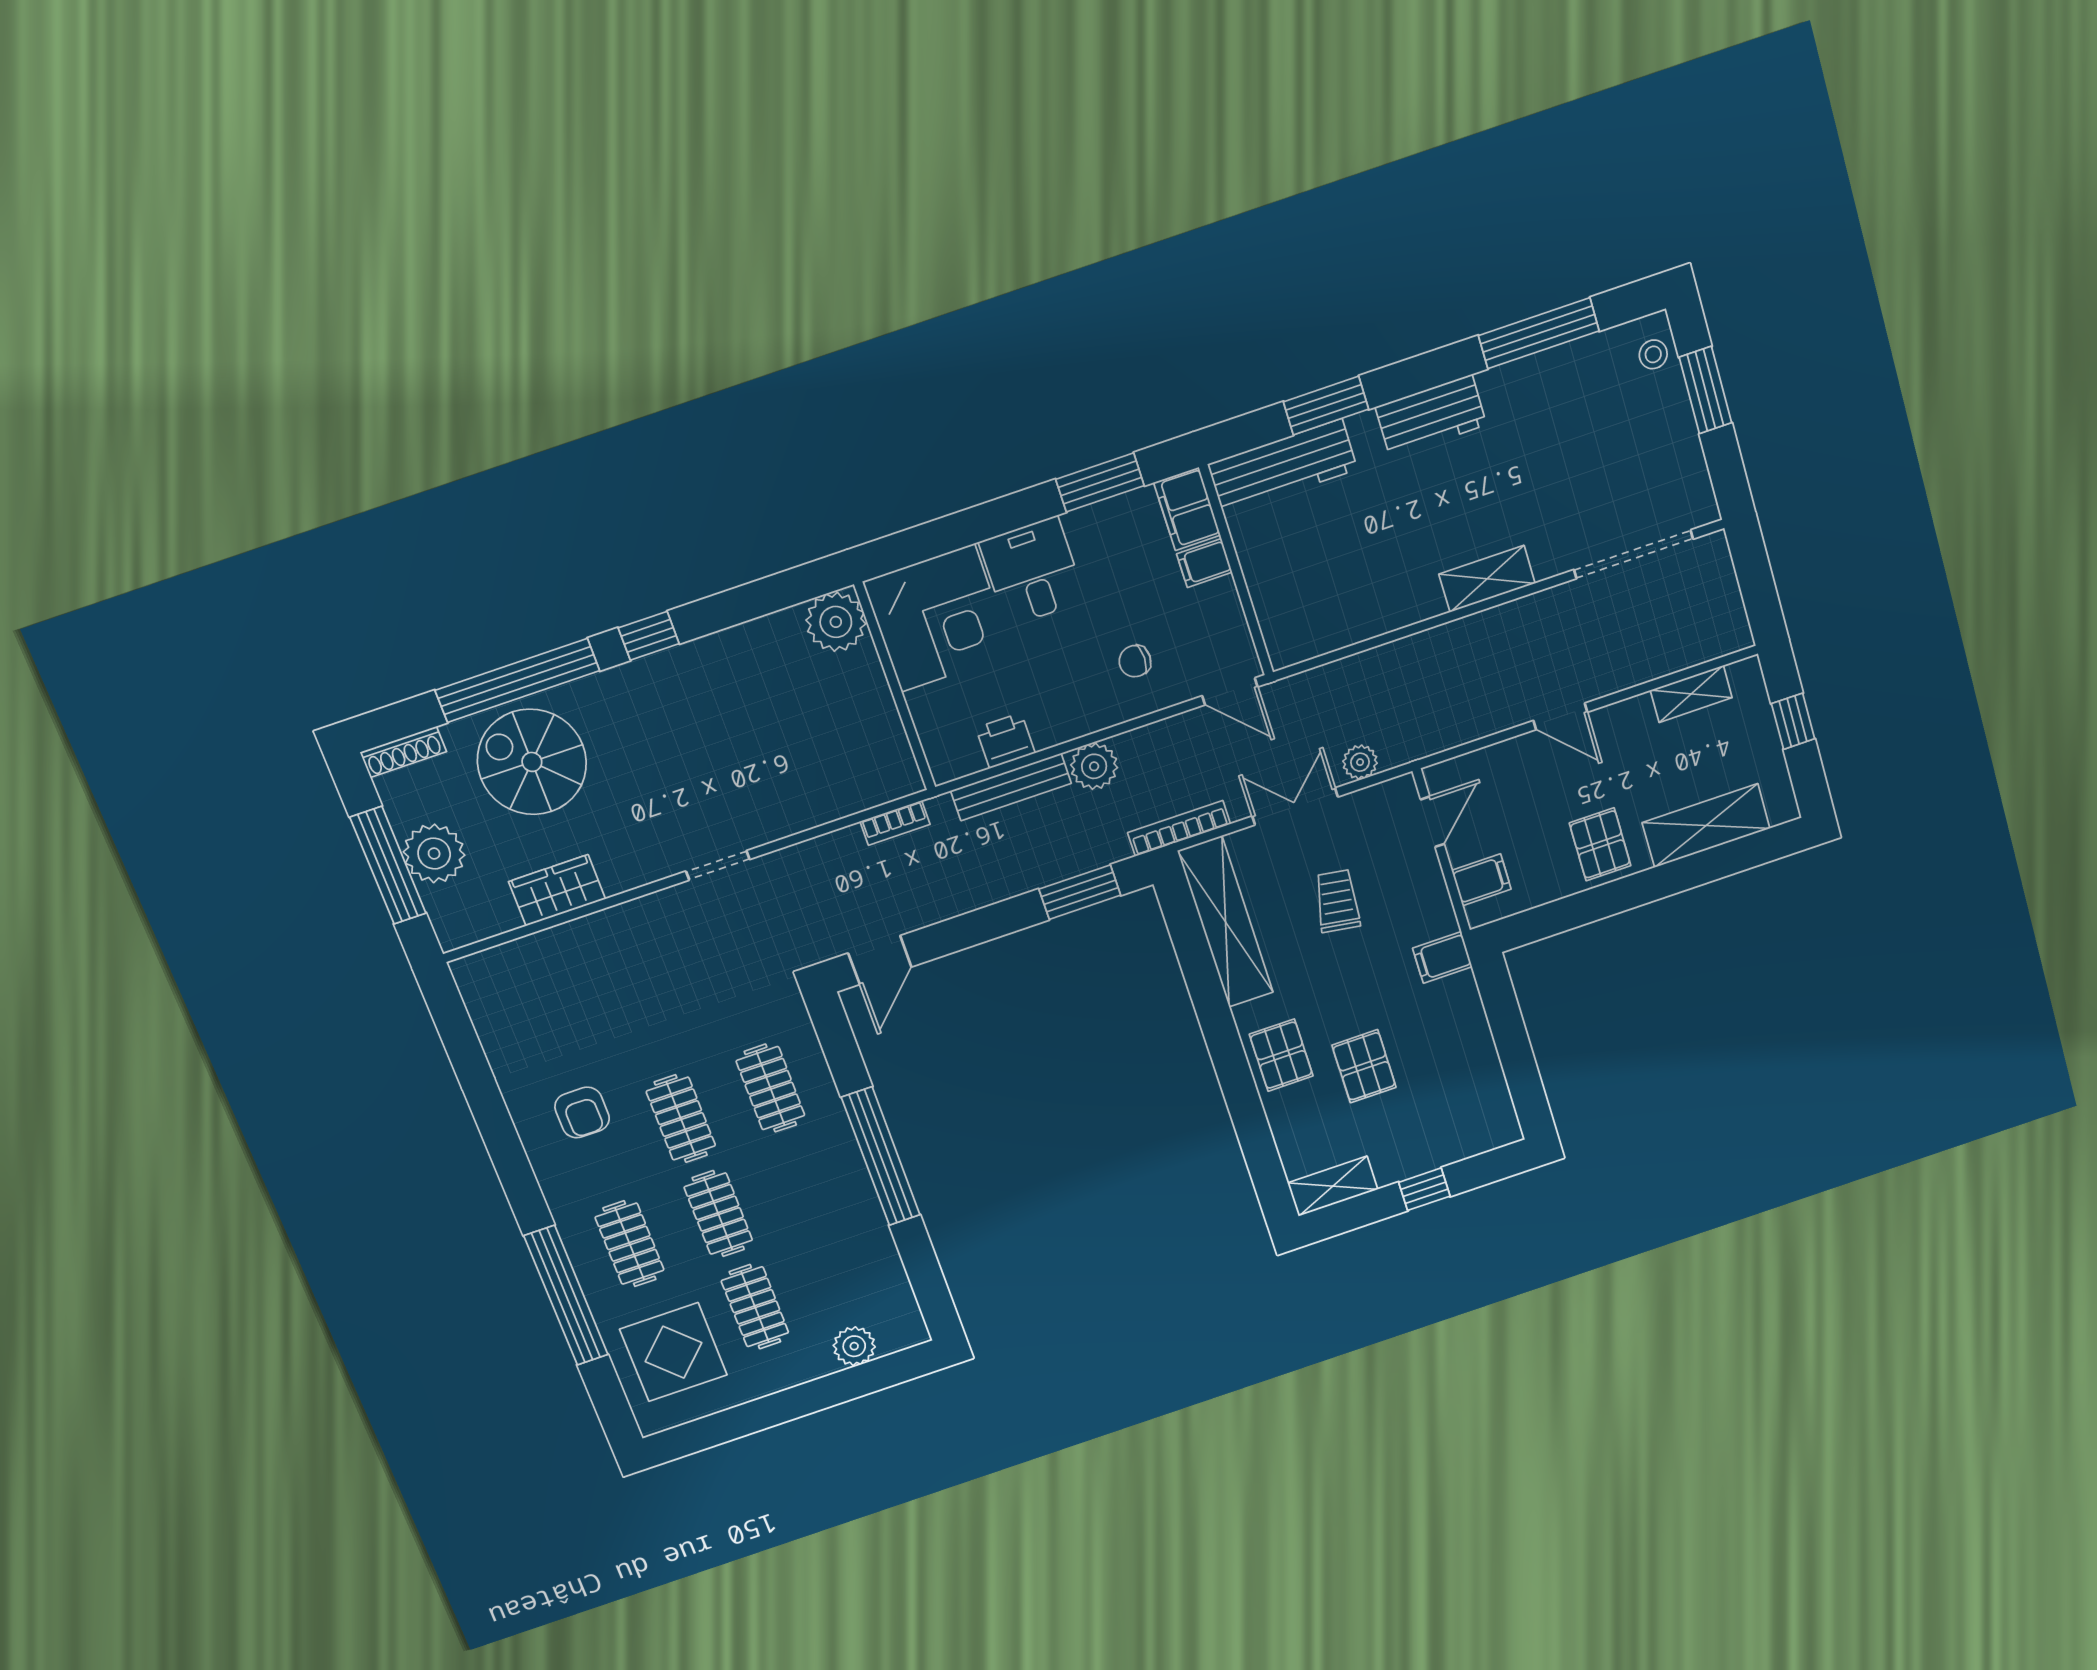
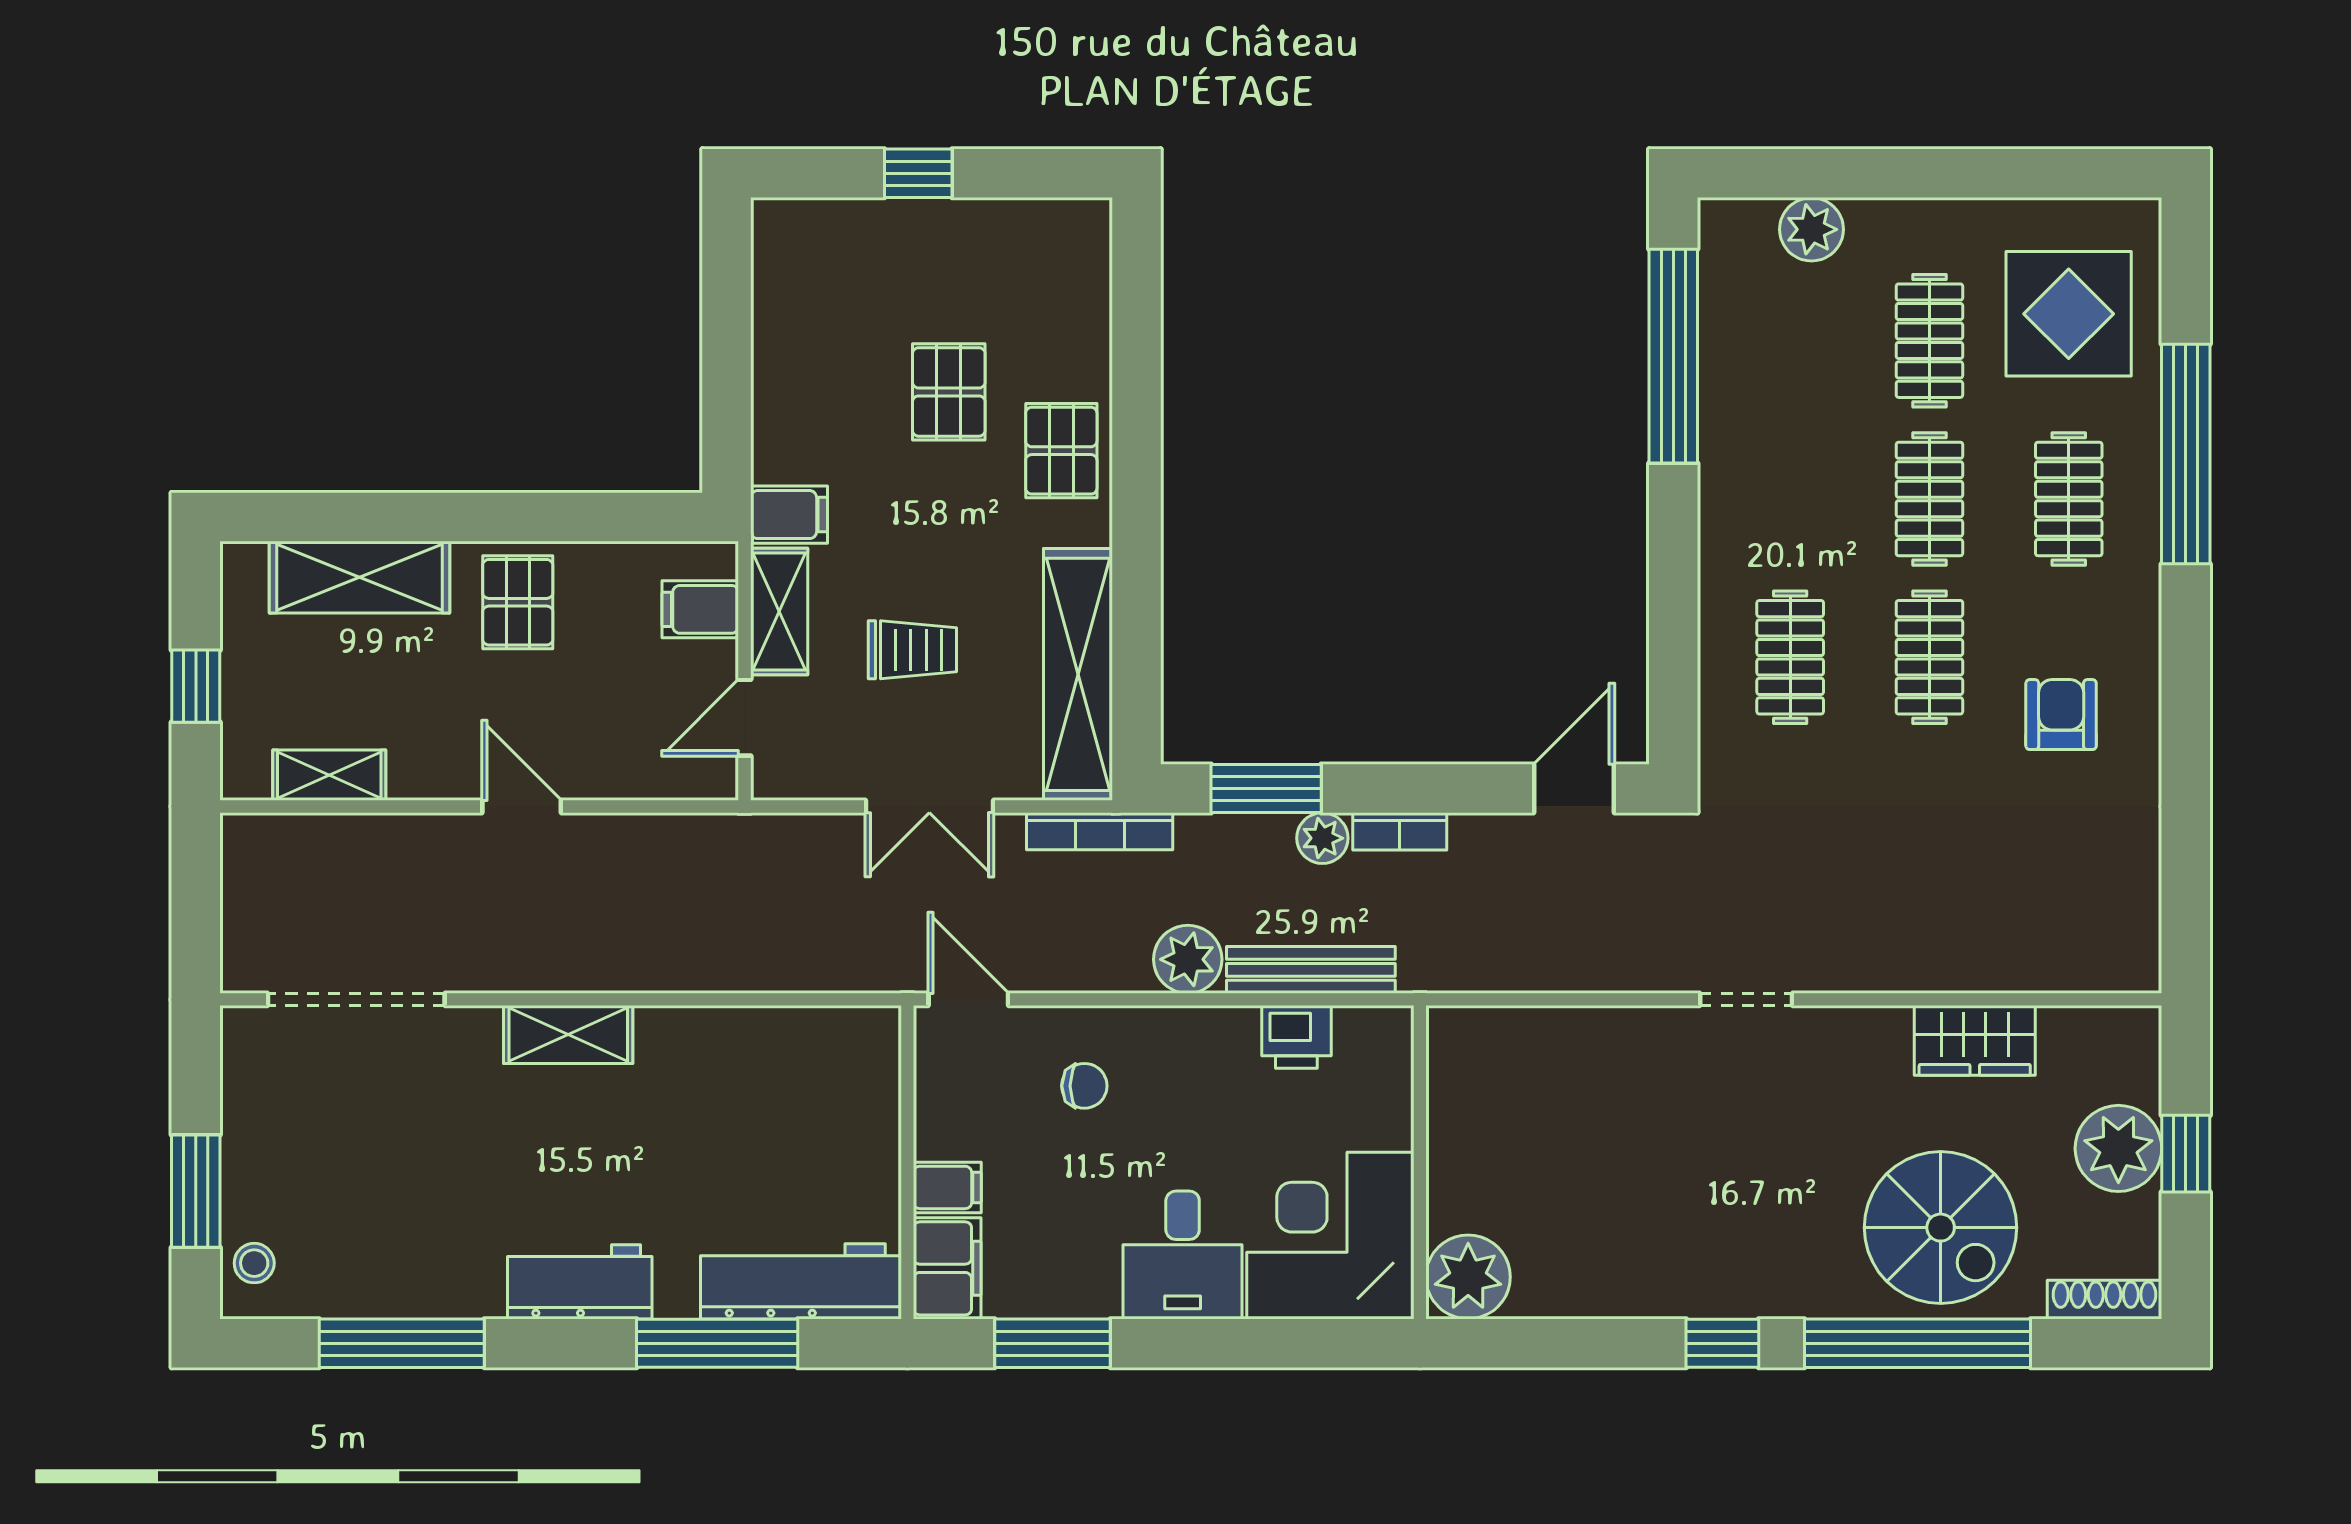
window: (1326, 406) -> (717, 1343), width x1.44
plant: (1360, 762) -> (1322, 838), moved
bookcase: (895, 823) -> (1400, 831), moved, turned 180
window: (388, 865) -> (2186, 1154), width x0.46
trolley: (1337, 901) -> (912, 650), turned -99
window: (881, 1156) -> (1673, 356), moved
shelving: (1333, 1186) -> (779, 612), moved, turned 90

